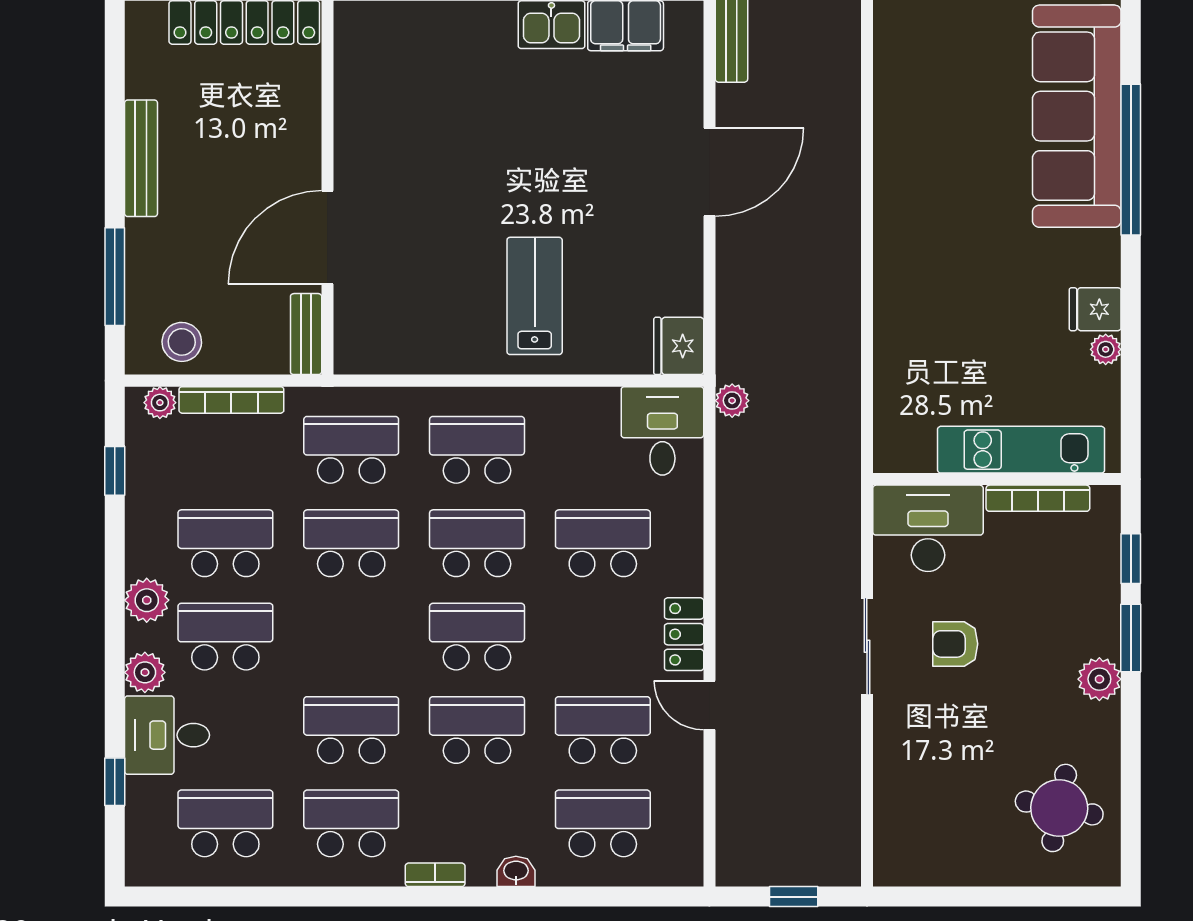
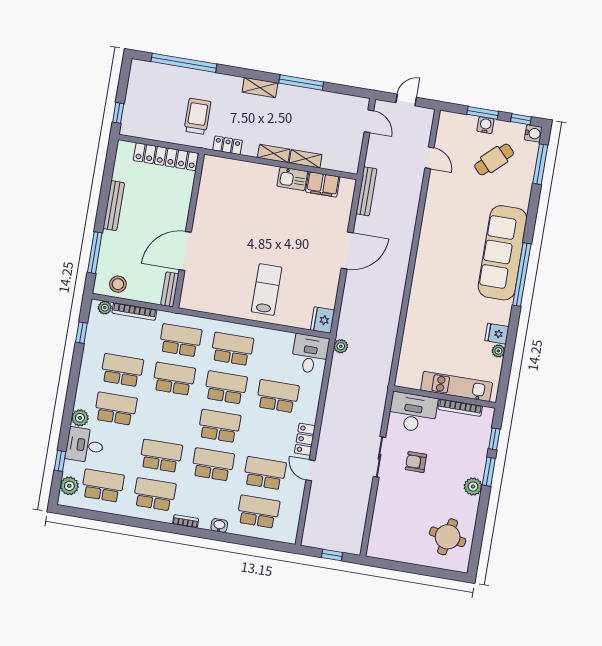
plant: (147, 600) -> (69, 486), moved

